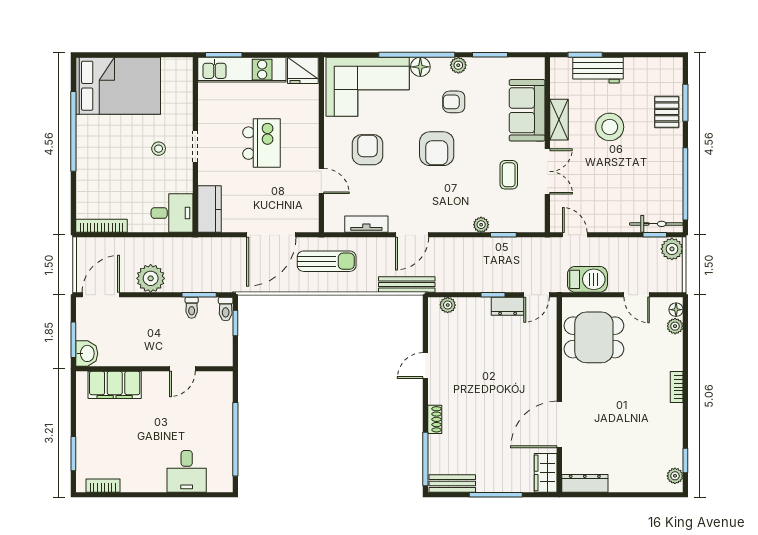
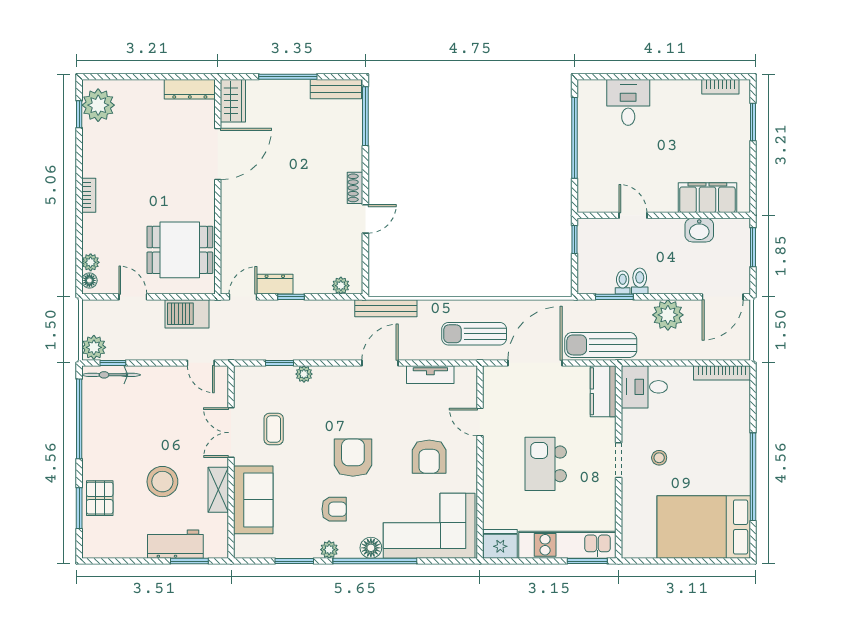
sun lounger: (212, 251) -> (601, 345), added
toilet: (226, 309) -> (640, 281), moved
window: (235, 323) -> (575, 239), moved
washbasin: (87, 353) -> (699, 230), moved, turned -90
door: (182, 369) -> (633, 215), hinge flipped
shoe rack: (435, 419) -> (355, 188), moved
plant: (675, 476) -> (98, 105), width x1.88, depth x1.88

